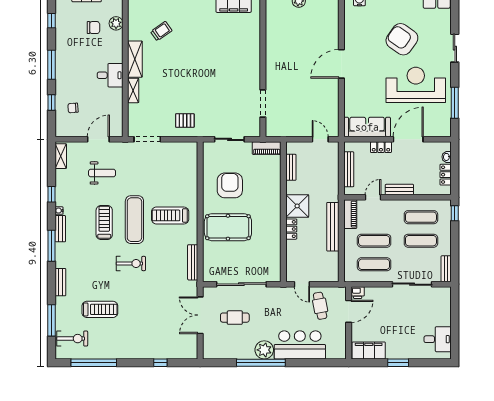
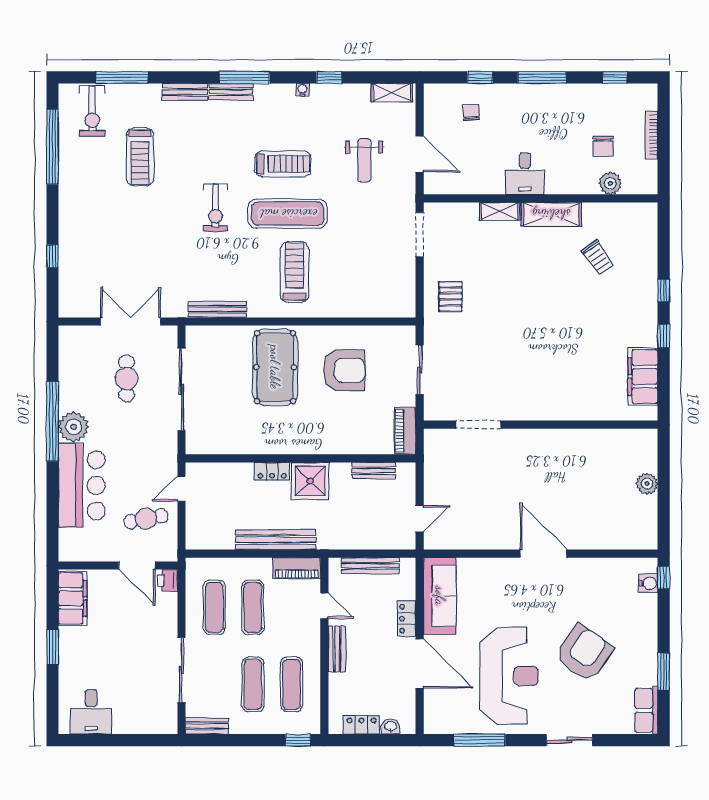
bench: (60, 229) -> (231, 92), moved

